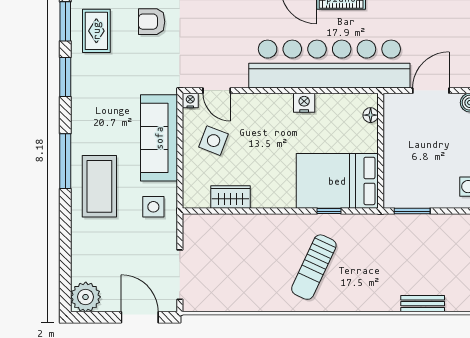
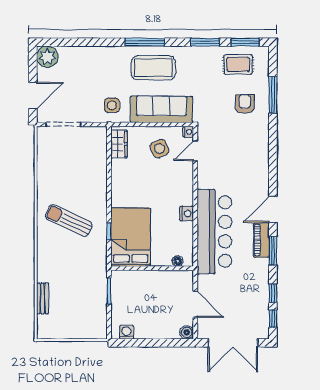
bar counter: (329, 64) -> (214, 232), width x0.73
side table: (214, 141) -> (159, 149), turned 45
coffee table: (99, 186) -> (153, 68), moved
wardrobe: (230, 197) -> (119, 144), moved

